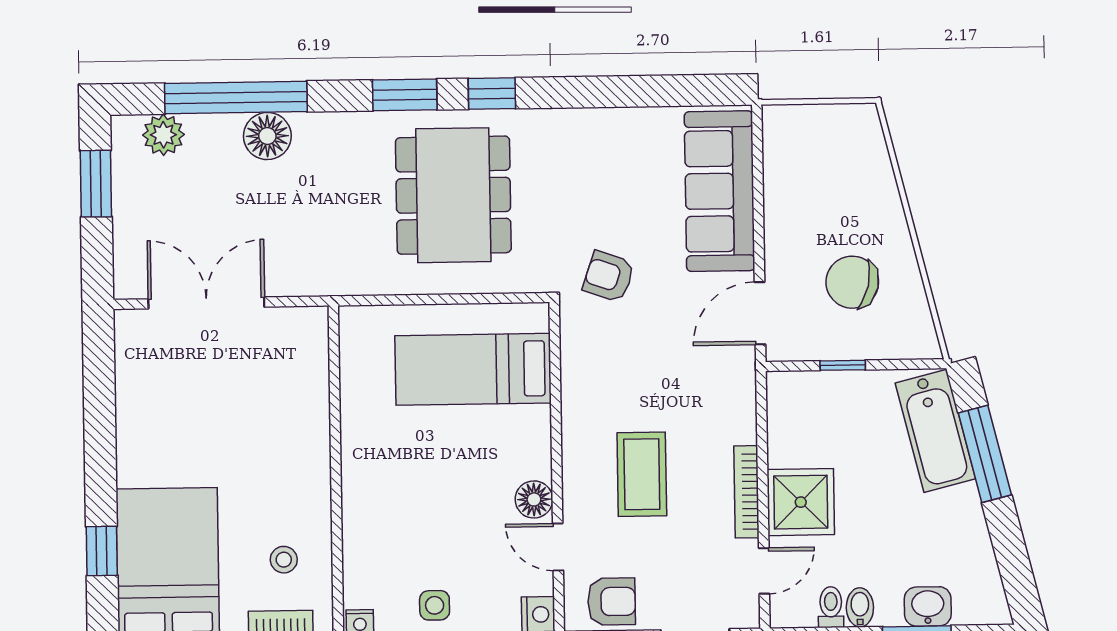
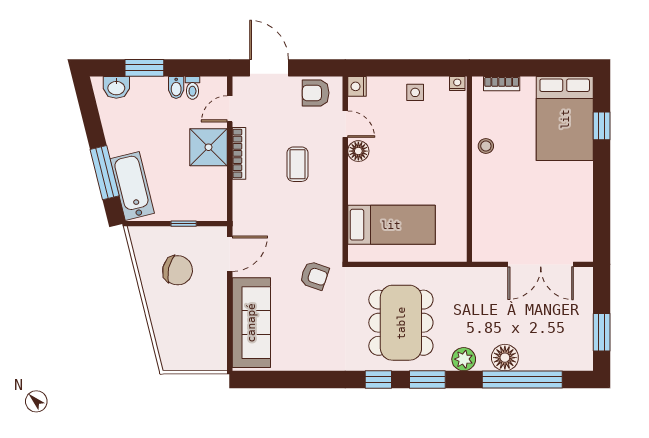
plant: (163, 135) -> (464, 359), moved
coffee table: (642, 474) -> (298, 164), width x0.73, depth x0.77
stool: (284, 560) -> (486, 146), moved
washbasin: (928, 606) -> (116, 87), moved

